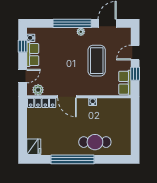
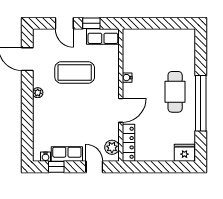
window: (72, 23) -> (27, 104), removed
cafe table: (95, 142) -> (175, 92), moved

